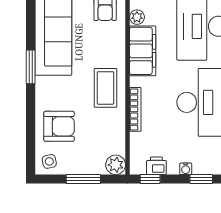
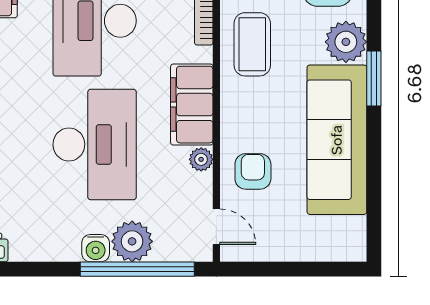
plant: (48, 89) -> (346, 42), added

